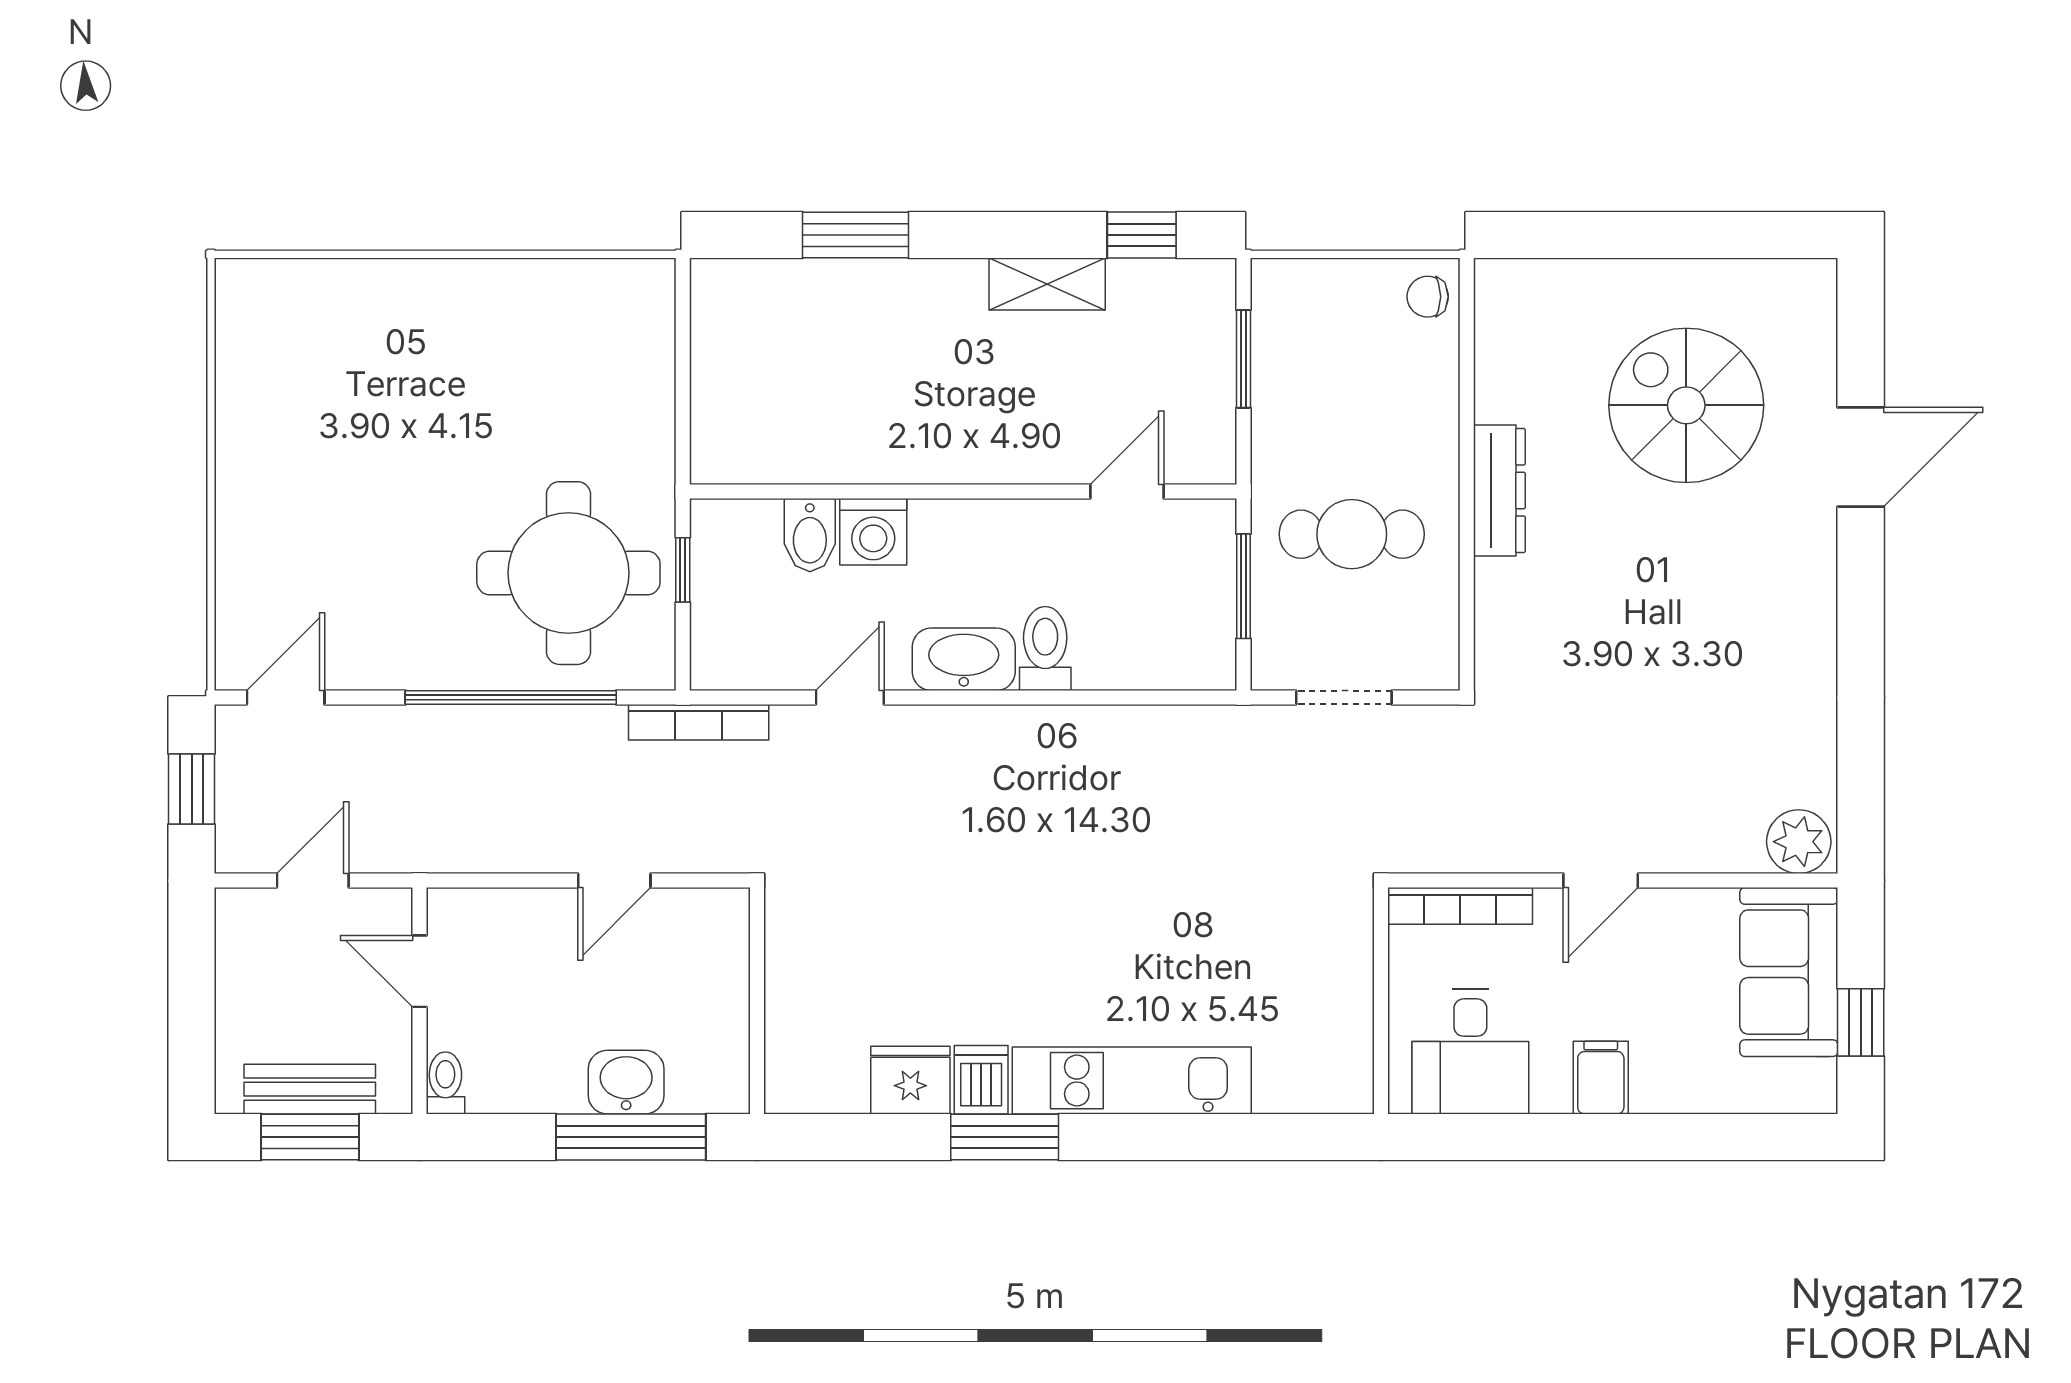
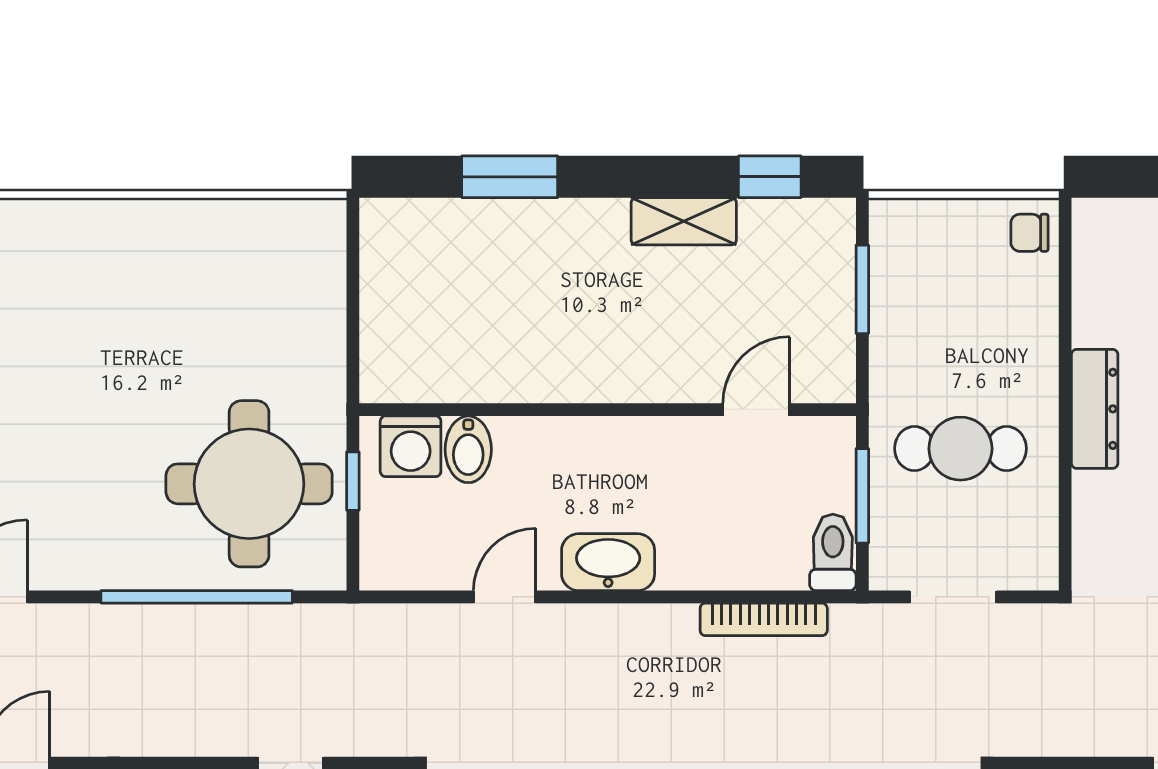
washing machine: (873, 532) -> (411, 446), moved
toilet: (1045, 648) -> (833, 552), moved
bookcase: (699, 722) -> (764, 619), moved

